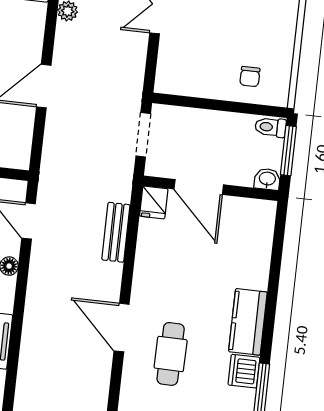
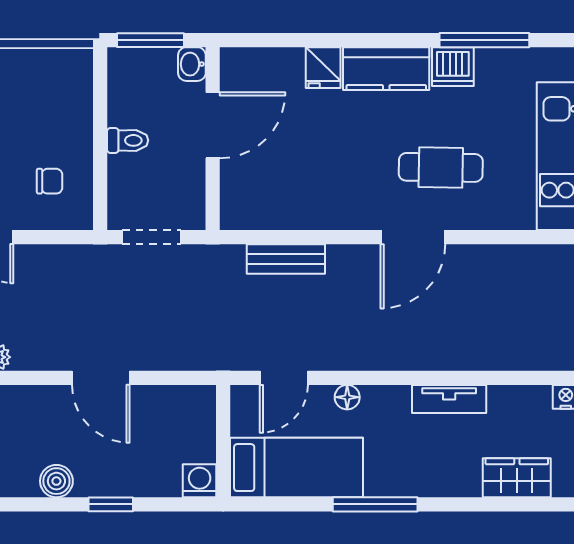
chair: (250, 77) -> (50, 181), moved
toilet: (270, 127) -> (128, 140), moved, turned -90
door: (199, 187) -> (213, 125), moved
fridge: (154, 202) -> (323, 68), moved, turned 90

